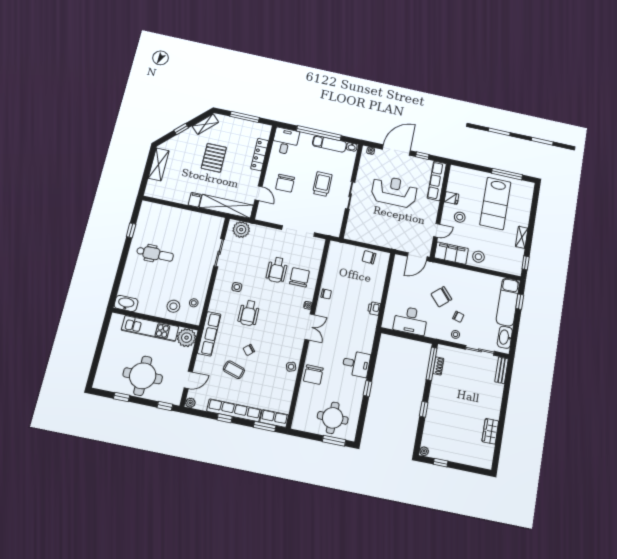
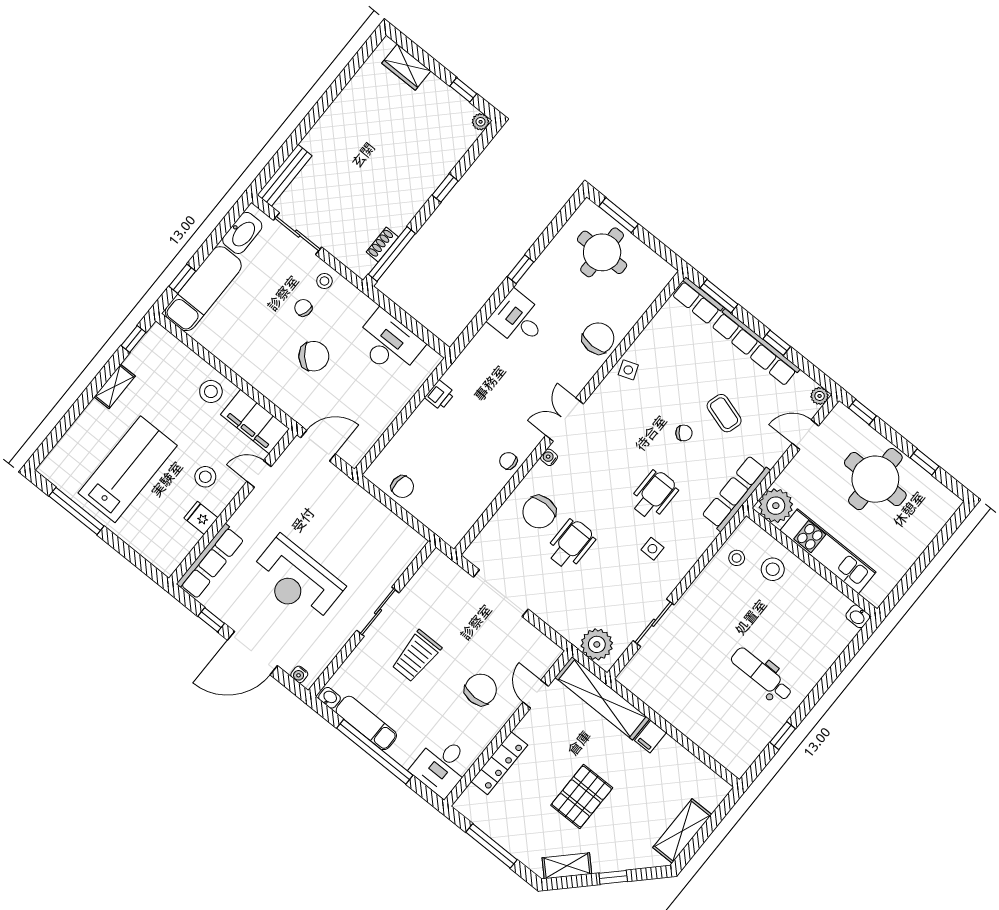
washbasin: (126, 303) -> (858, 616), width x0.52, depth x0.69
bench: (502, 370) -> (284, 175), width x1.36
wardrobe: (490, 431) -> (406, 67), moved, turned 90

